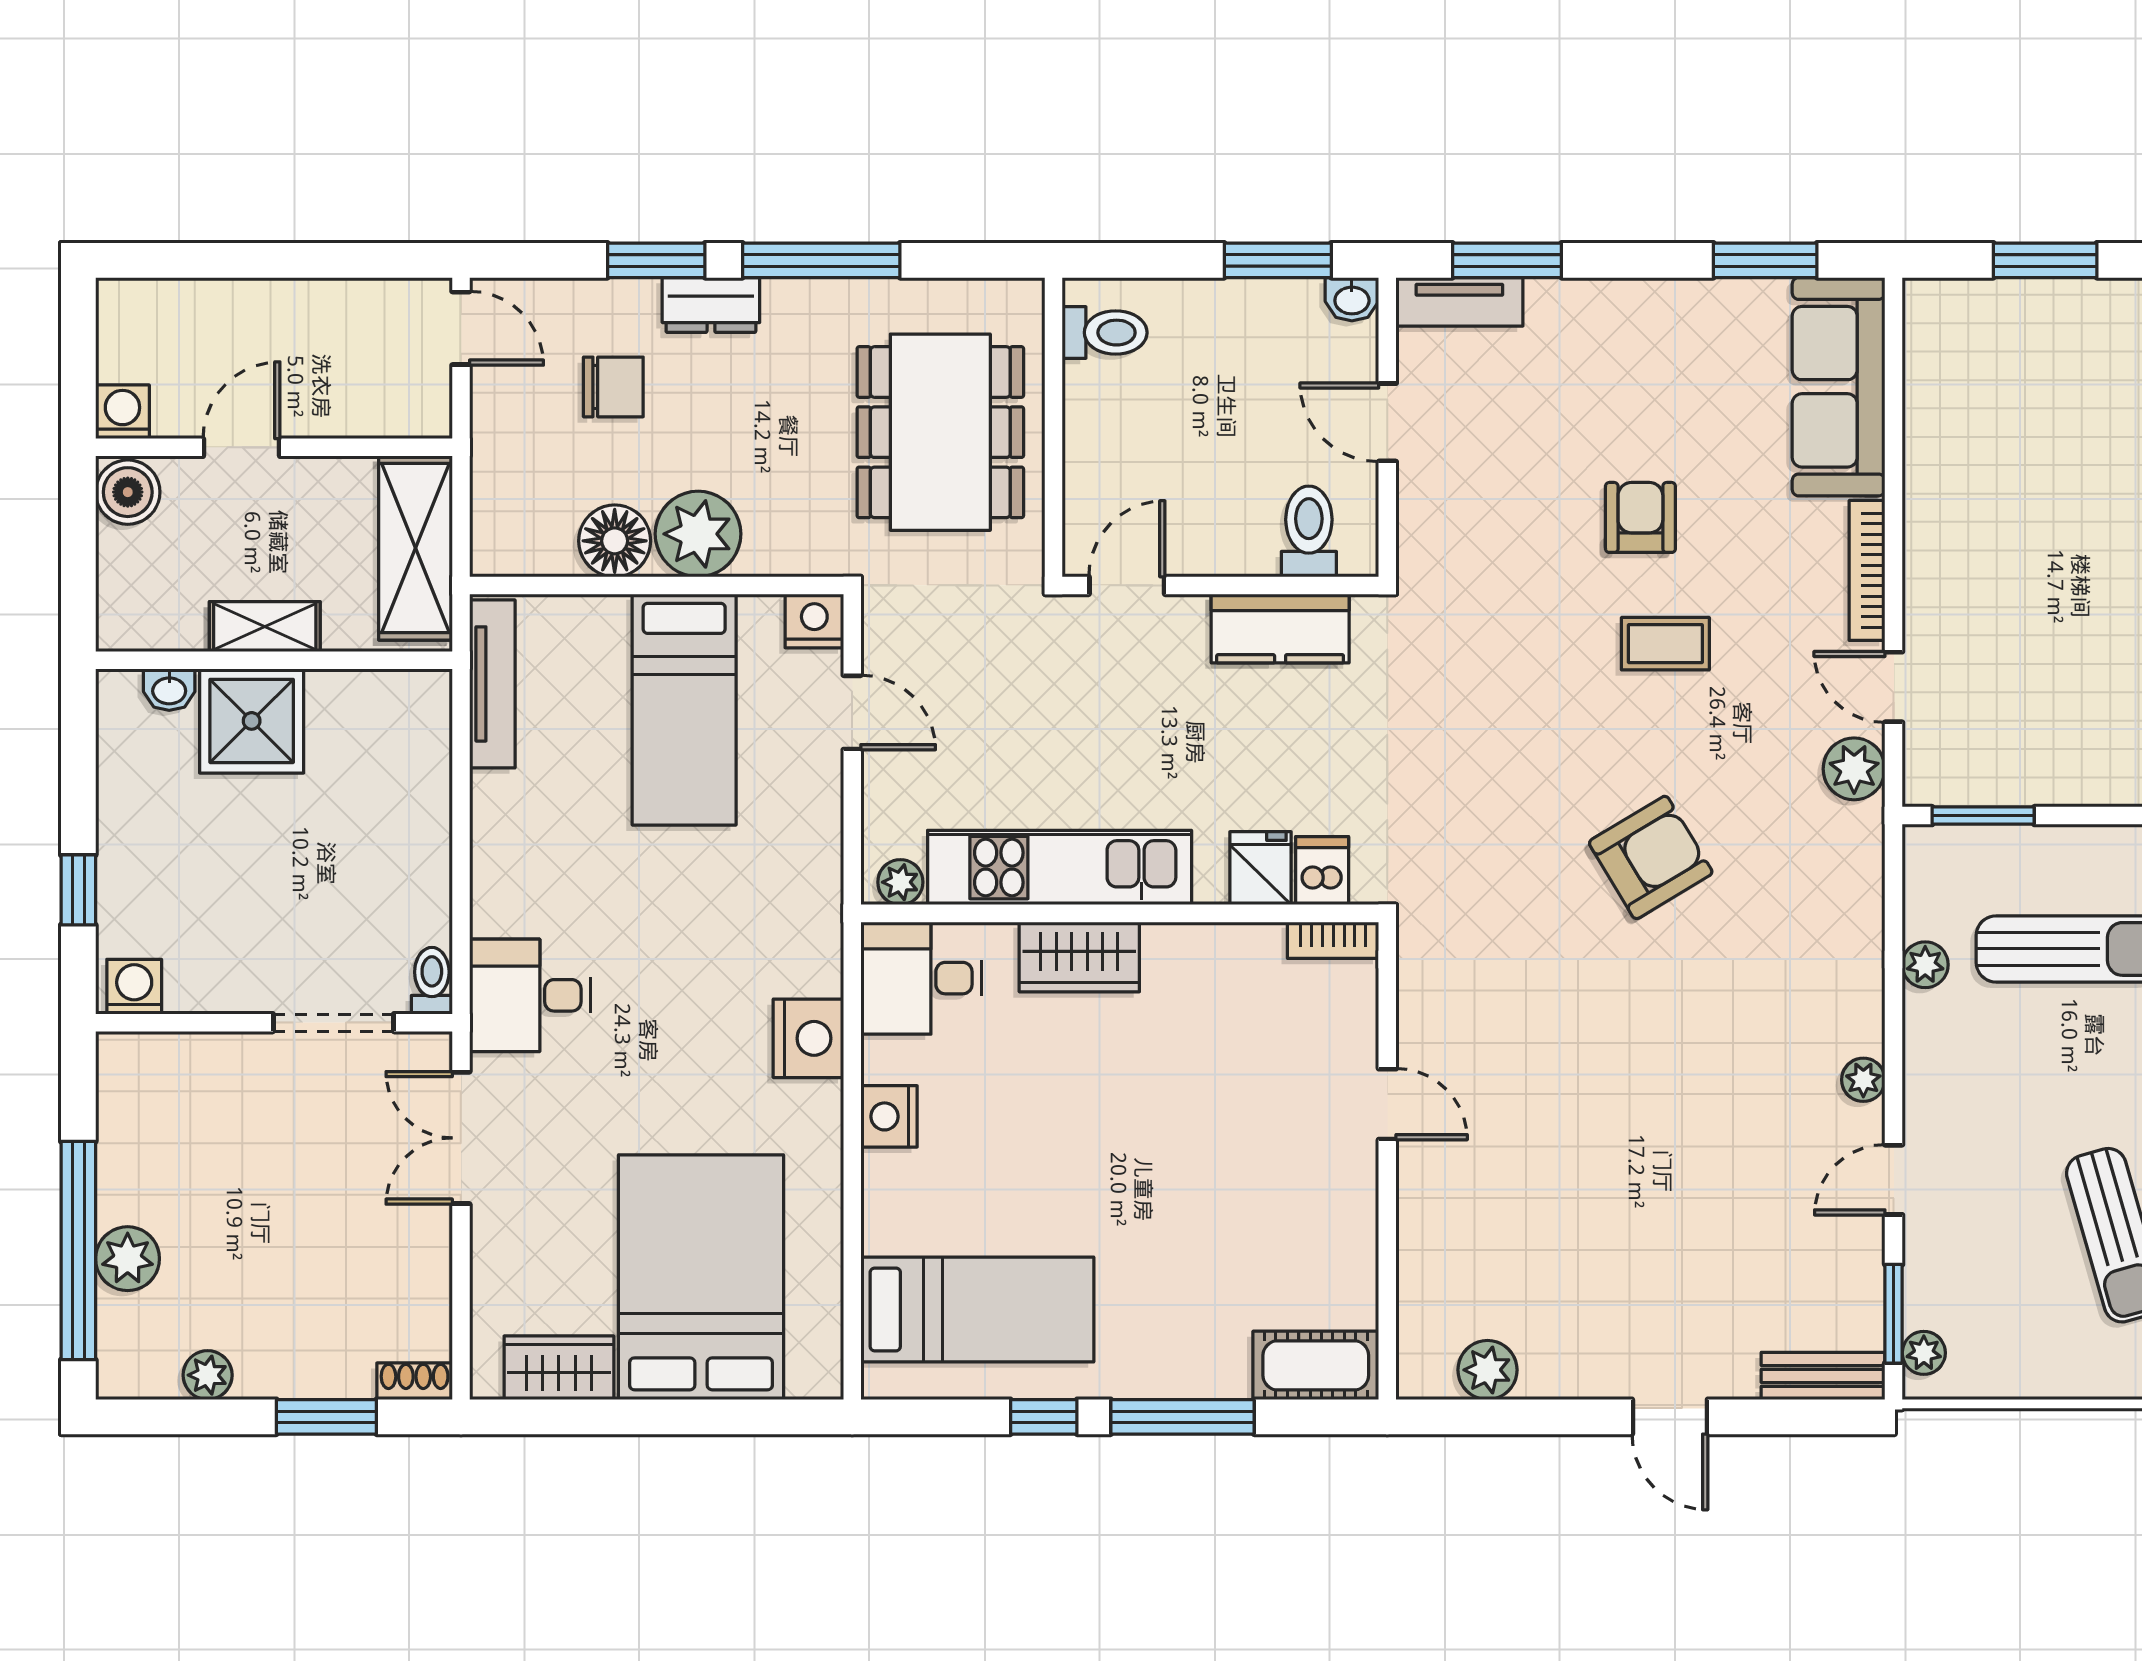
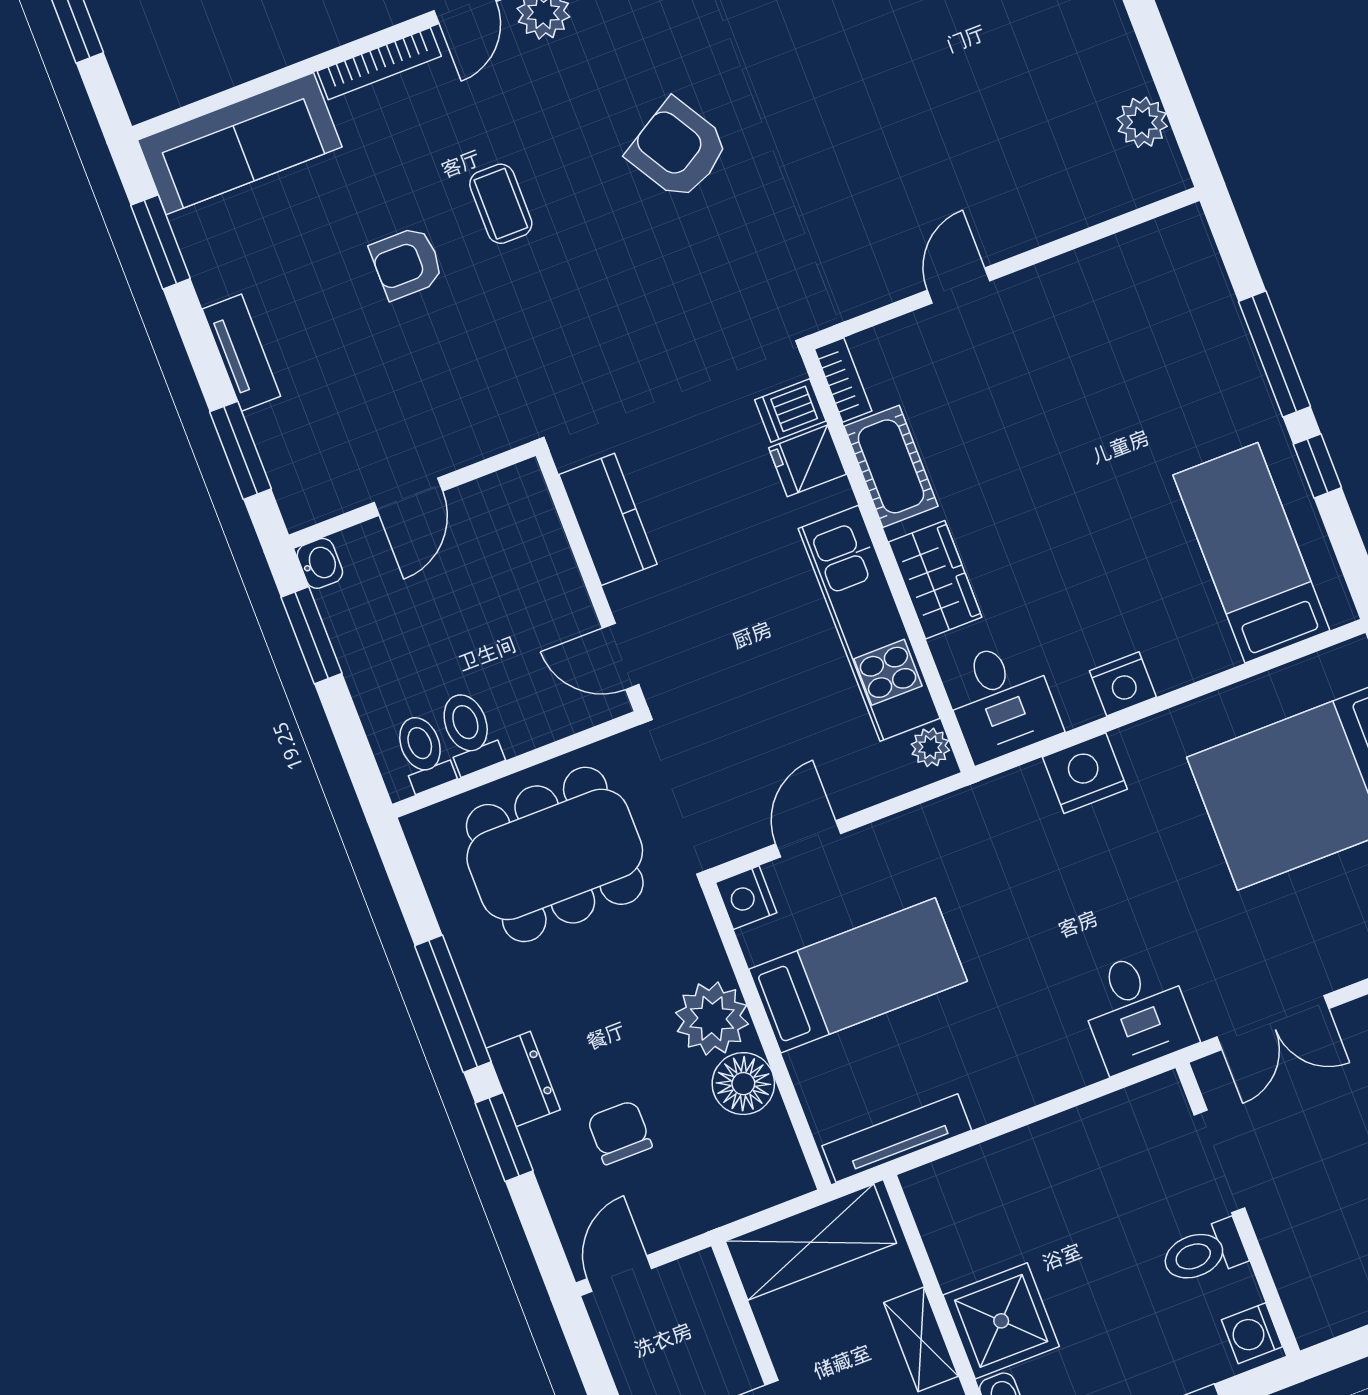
tv unit: (1459, 302) -> (241, 353), moved
toilet: (1309, 531) -> (469, 732), moved, turned 90
toilet: (432, 981) -> (1204, 1252), moved, width x1.37, depth x1.39
cot: (1316, 1365) -> (891, 466), moved

